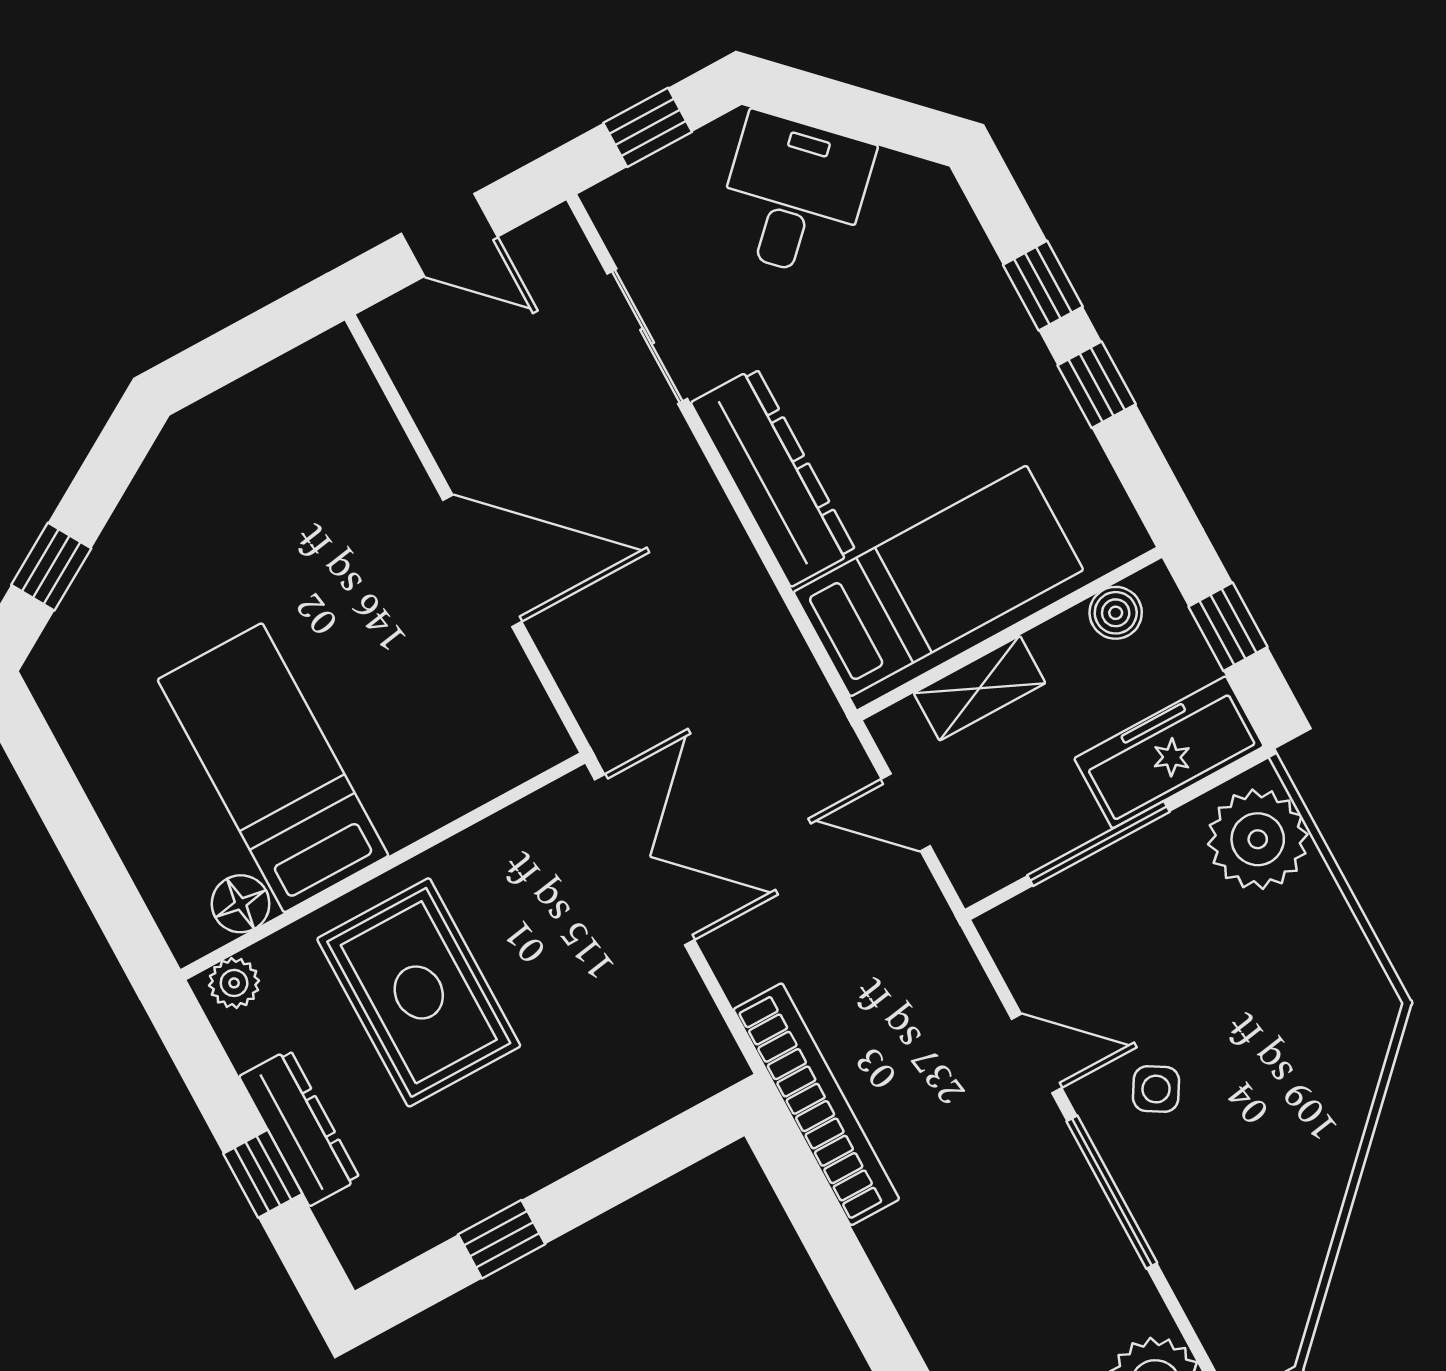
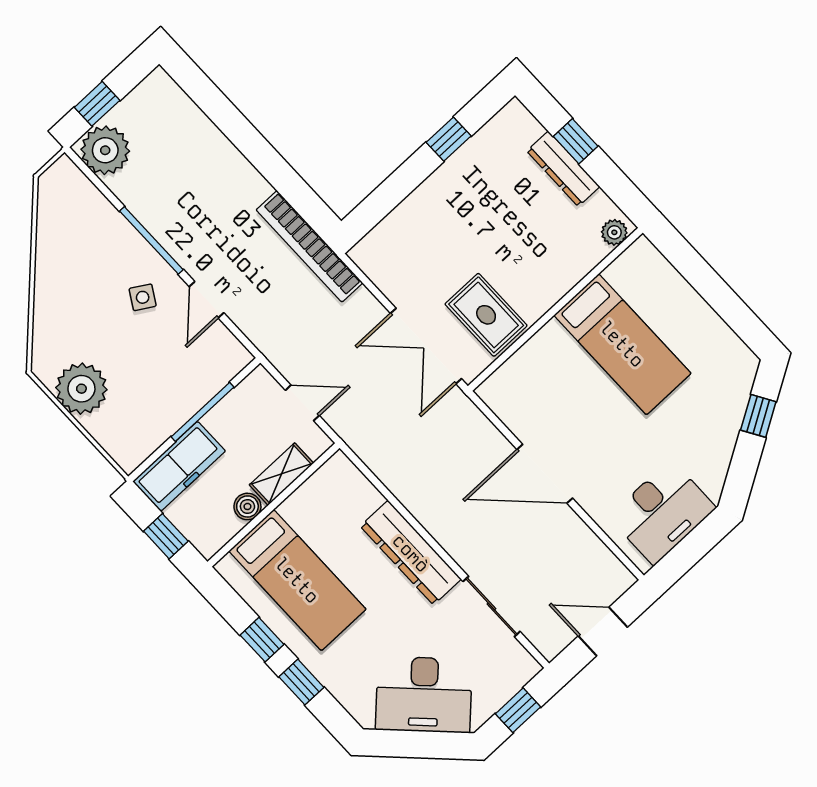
desk: (794, 196) -> (424, 695), width x1.37
desk: (279, 431) -> (662, 512), added
bed: (938, 581) -> (297, 580), moved, turned -90
boiler: (1116, 613) -> (247, 506), moved
plant: (1258, 839) -> (81, 389), moved
floor lamp: (241, 904) -> (621, 273), removed
rug: (419, 992) -> (486, 315), moved, width x0.73, depth x0.70
door: (1037, 1053) -> (206, 300), hinge flipped

